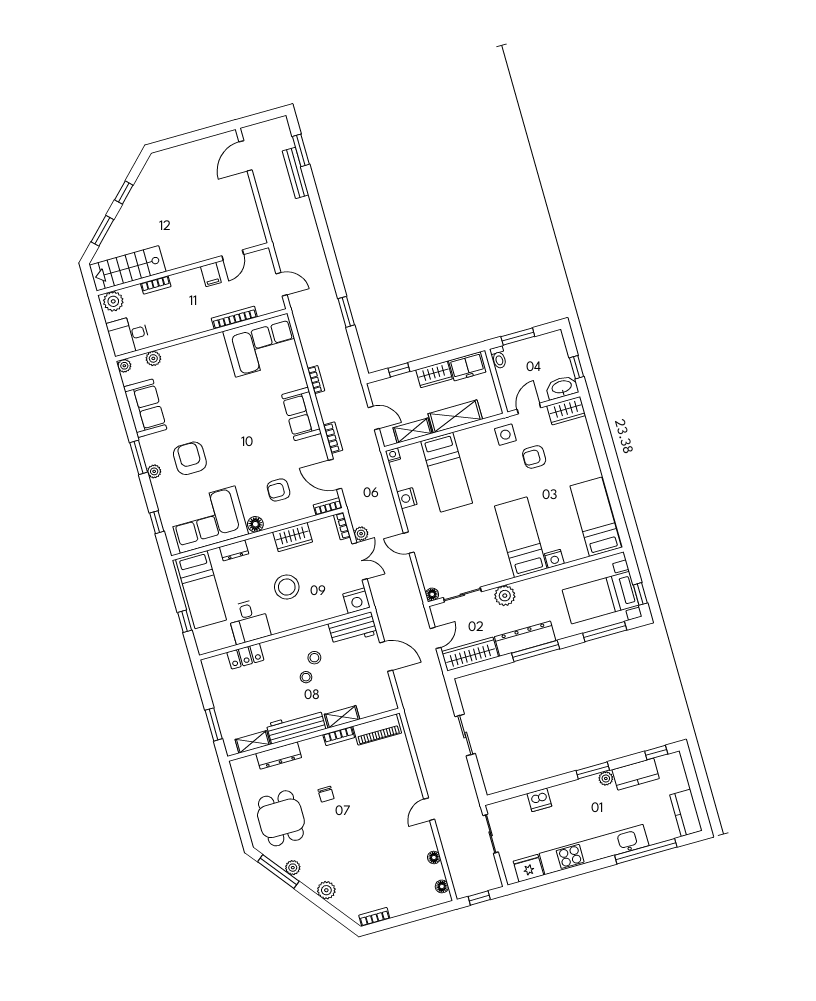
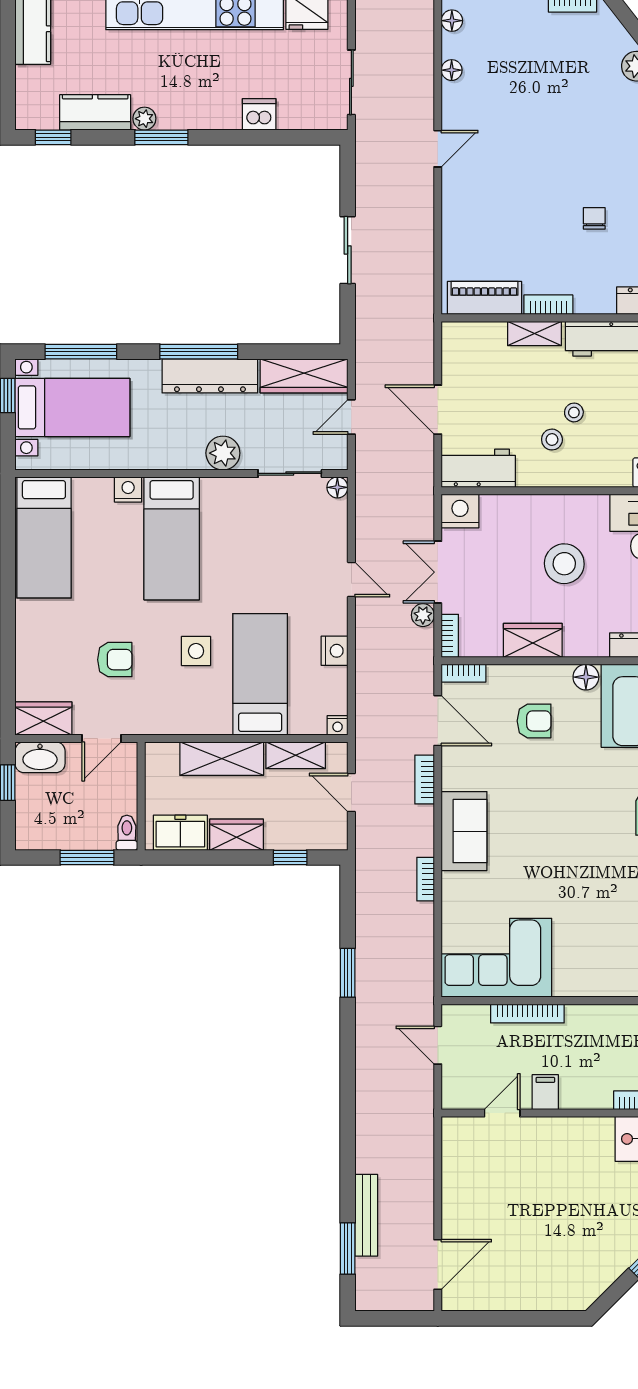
side table: (505, 435) -> (196, 651), moved

